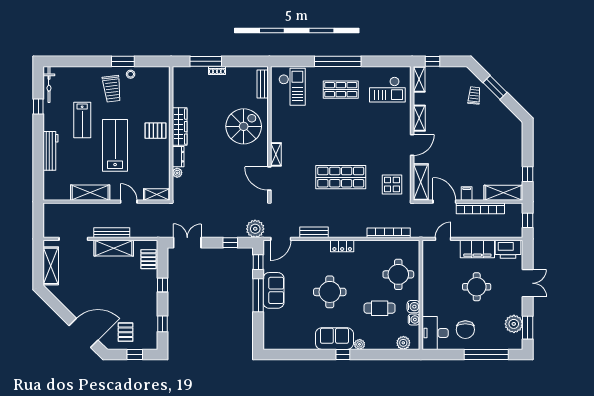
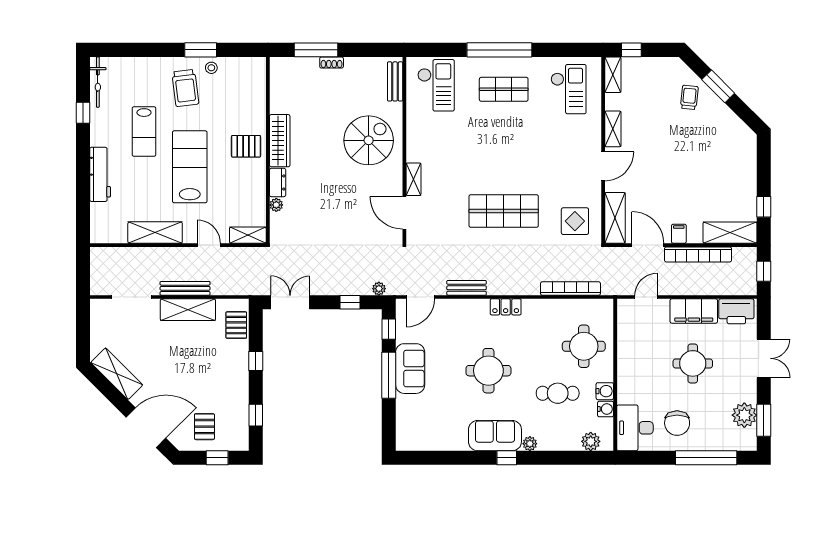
checkout: (387, 90) -> (569, 89), turned -90
plant: (255, 229) -> (379, 289), width x0.53, depth x0.53
shelving: (51, 266) -> (117, 374), moved, turned -45

